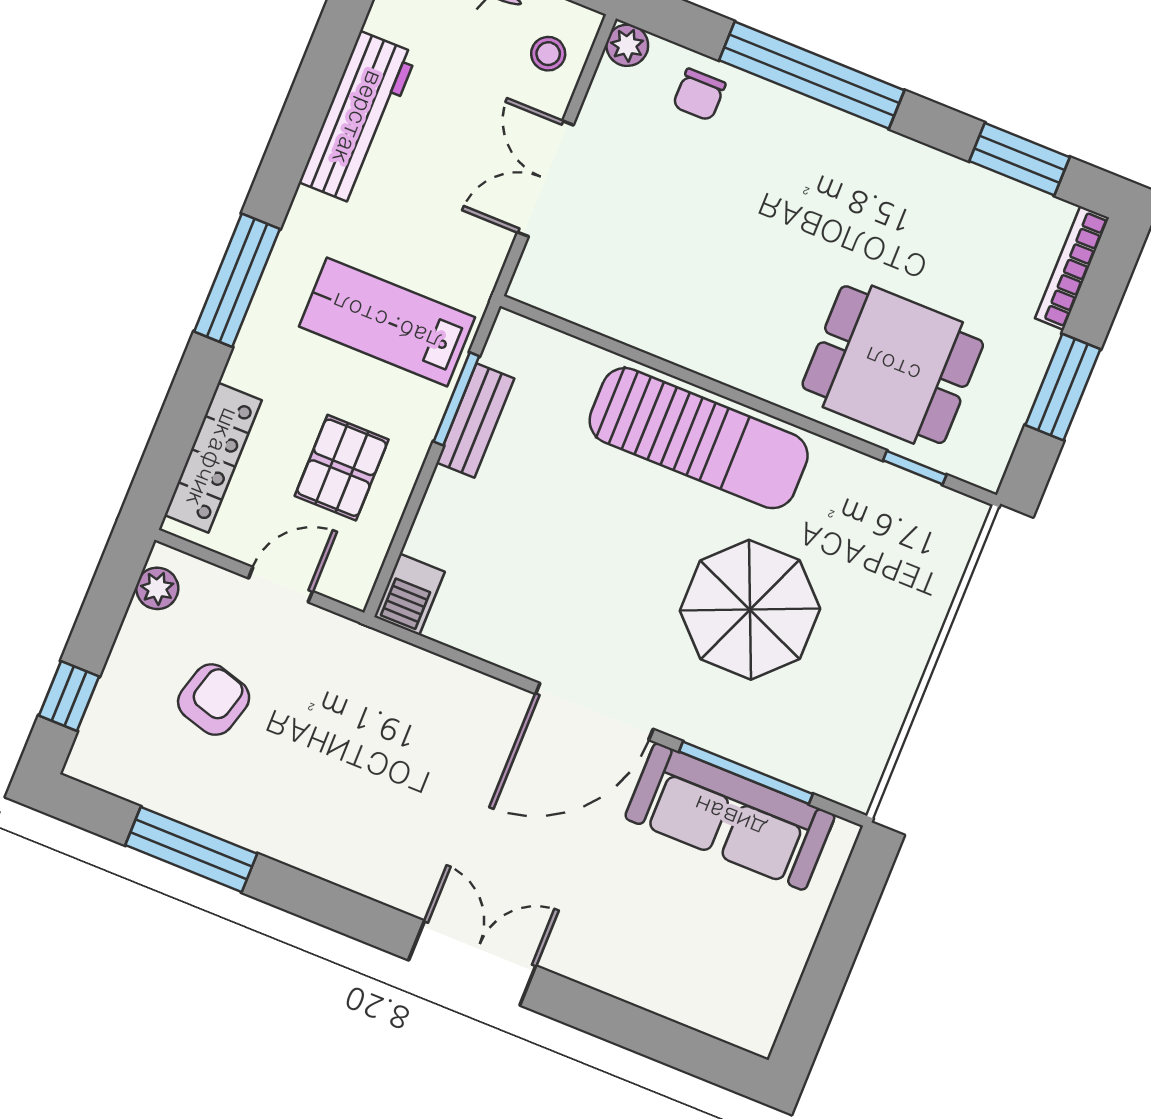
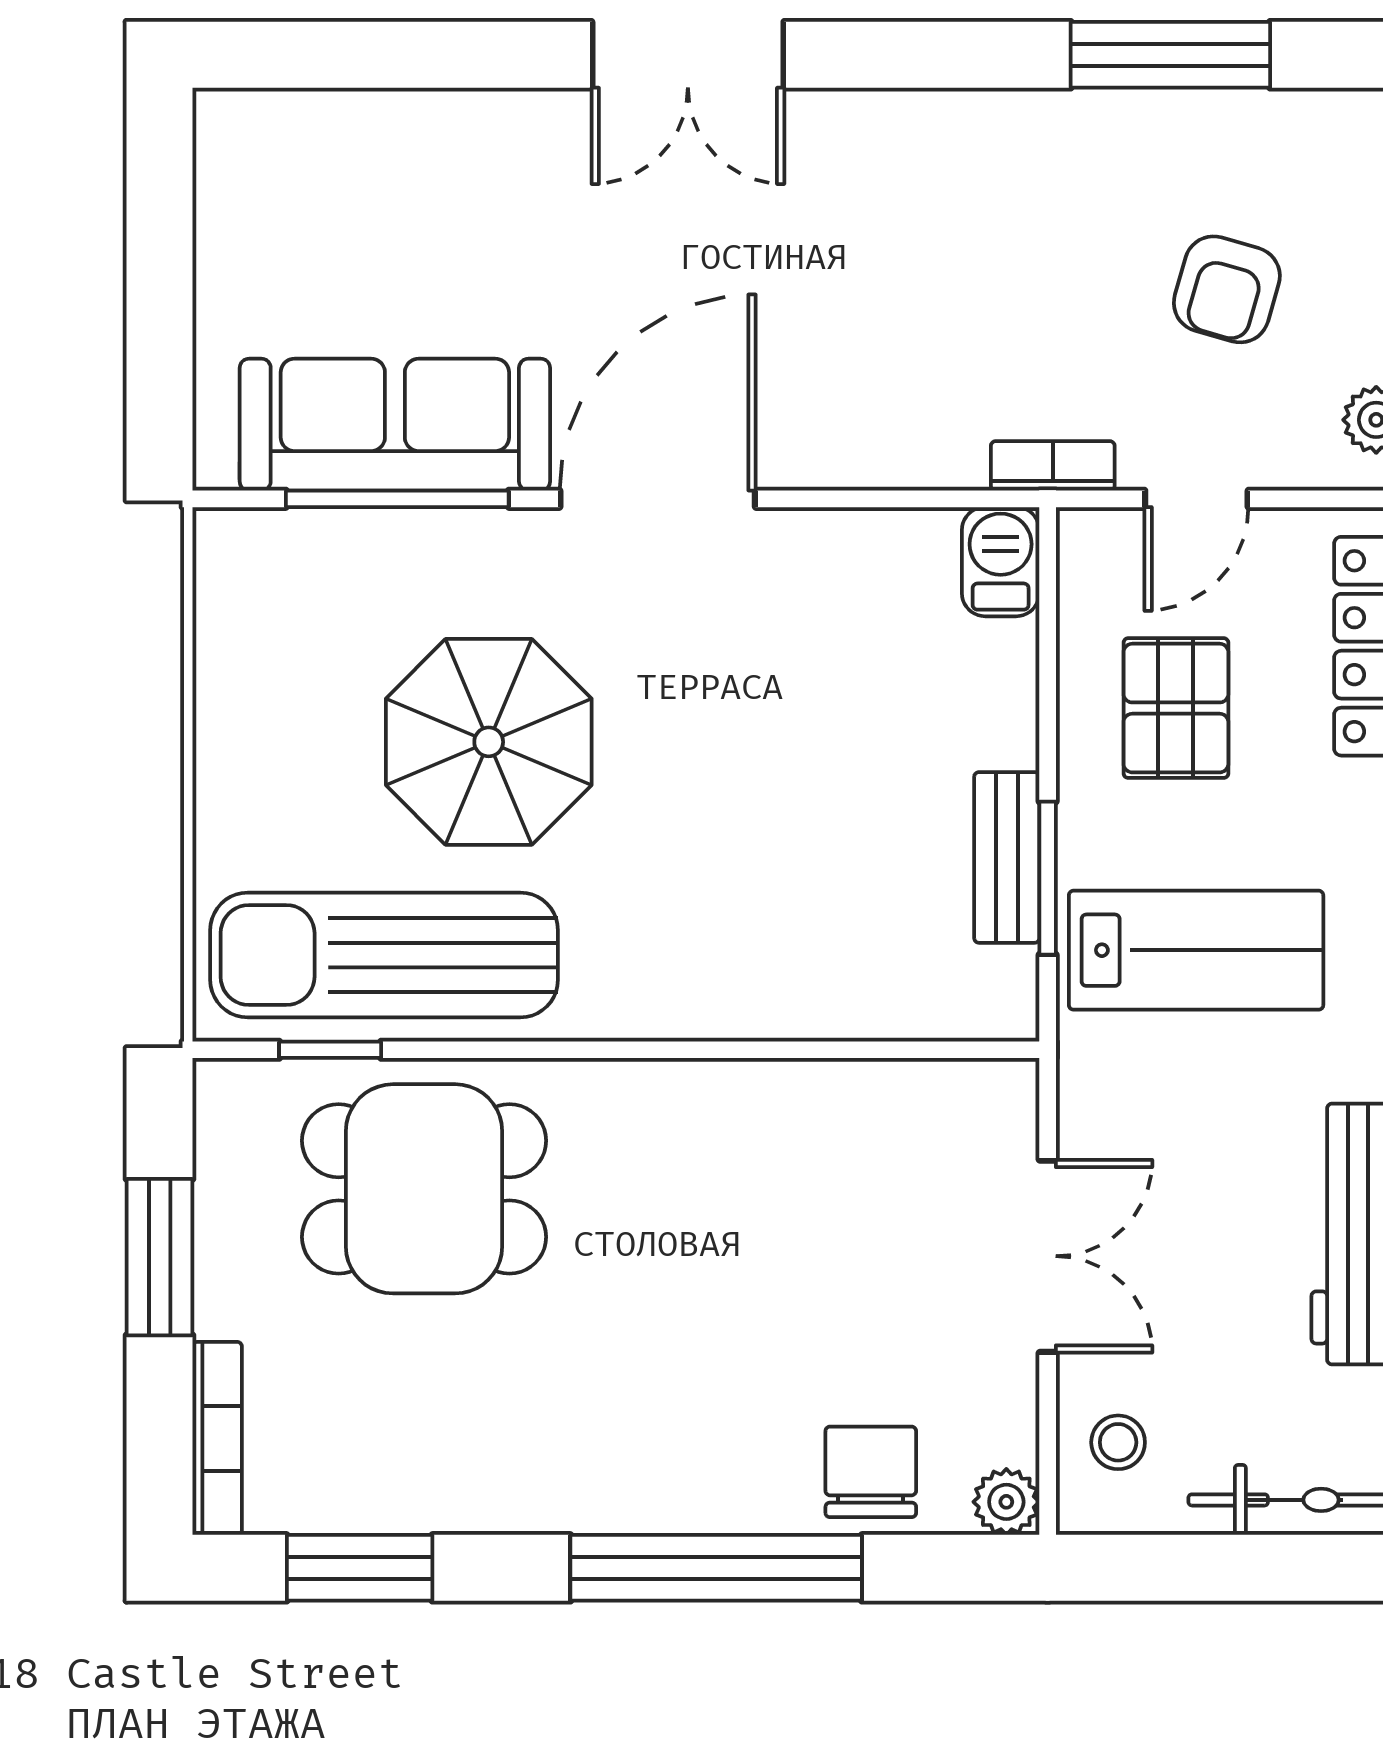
chair: (699, 95) -> (871, 1472), width x1.37, depth x1.37
sun lounger: (699, 438) -> (384, 955), moved
bookcase: (356, 638) -> (1053, 466), added

